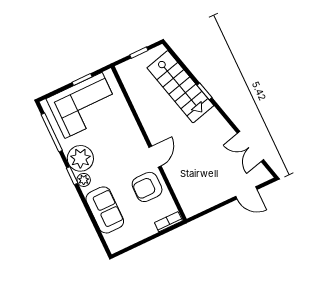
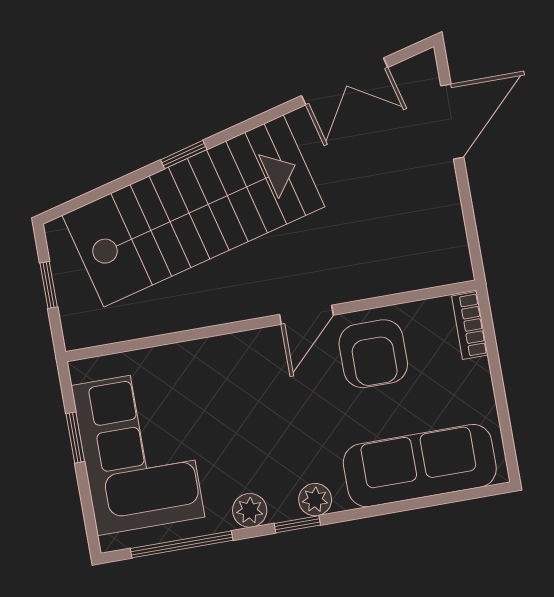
stairs: (180, 87) -> (193, 211), width x1.36, depth x1.51
door: (155, 157) -> (306, 315), swing flipped
plant: (80, 158) -> (250, 510), width x0.53, depth x0.53
door: (246, 193) -> (452, 122), width x1.38
sofa: (105, 210) -> (420, 466), width x1.36

